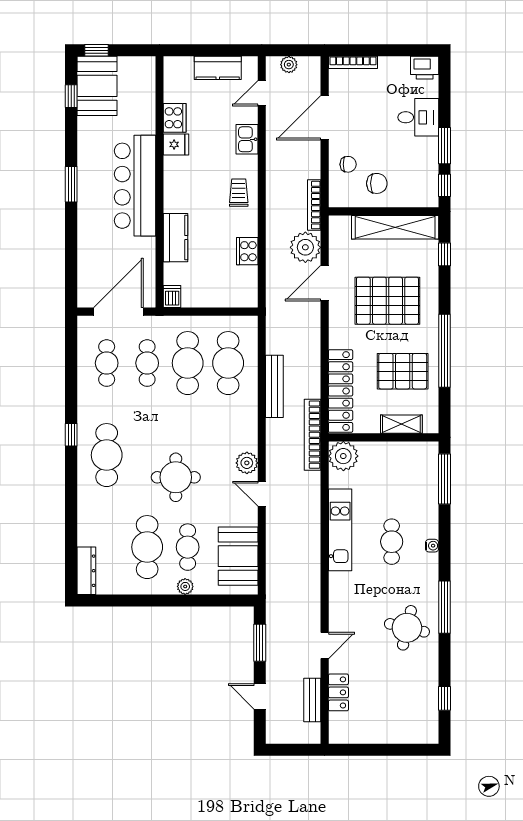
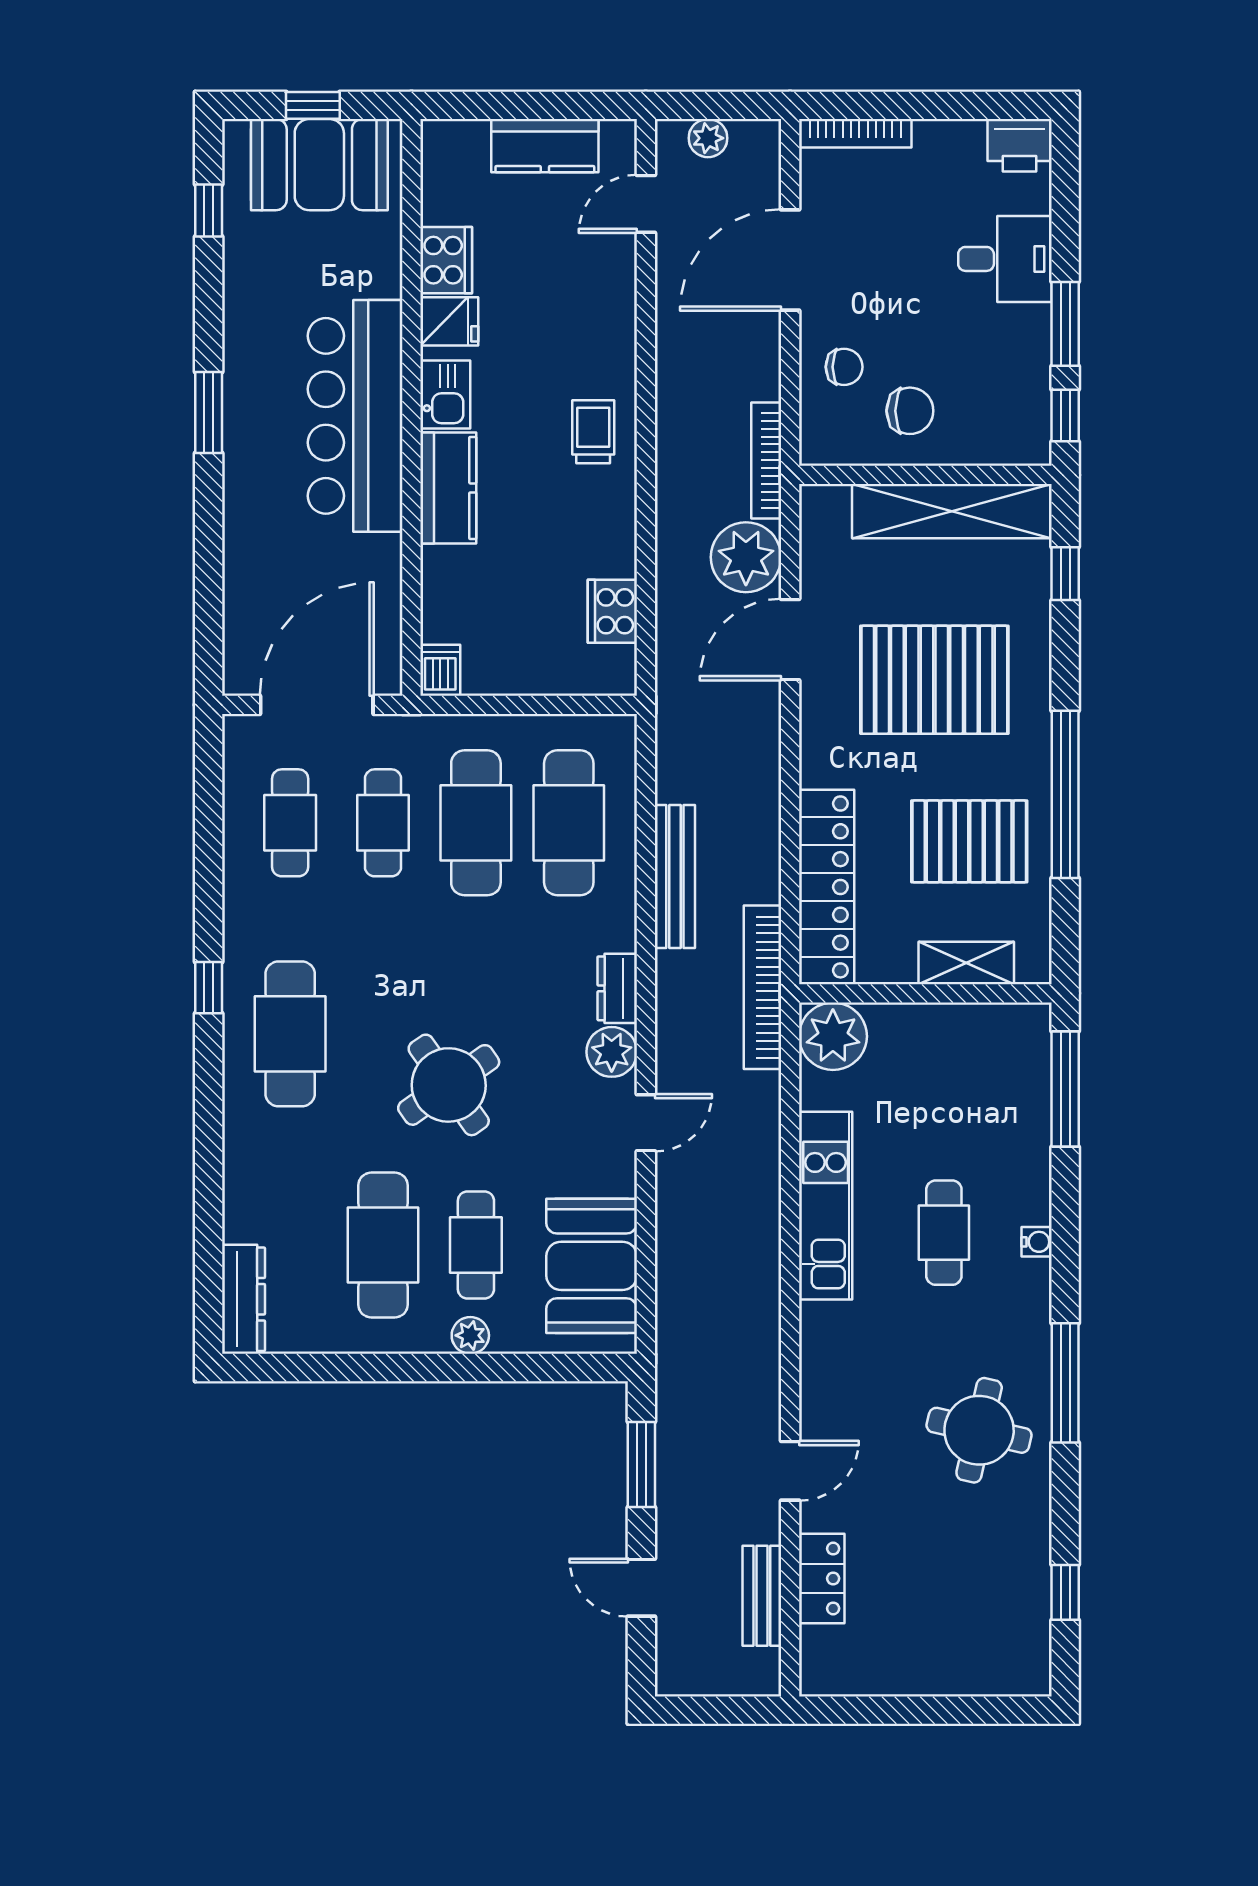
window: (97, 50) -> (313, 105), moved
booth: (97, 86) -> (319, 165), moved, turned 90
kitchen sink: (247, 139) -> (445, 395), moved, turned 180
kitchen counter: (176, 238) -> (448, 488), moved
cooker: (247, 251) -> (612, 611), moved
dresser: (249, 435) -> (617, 988), added
round table: (176, 477) -> (449, 1085), turned -35
door: (262, 494) -> (646, 1123), swing flipped

